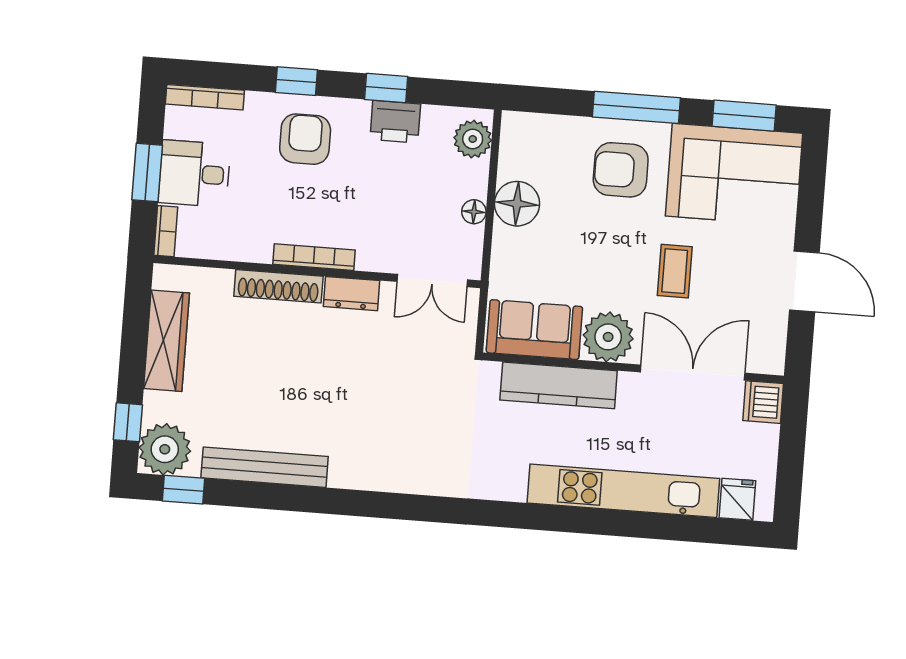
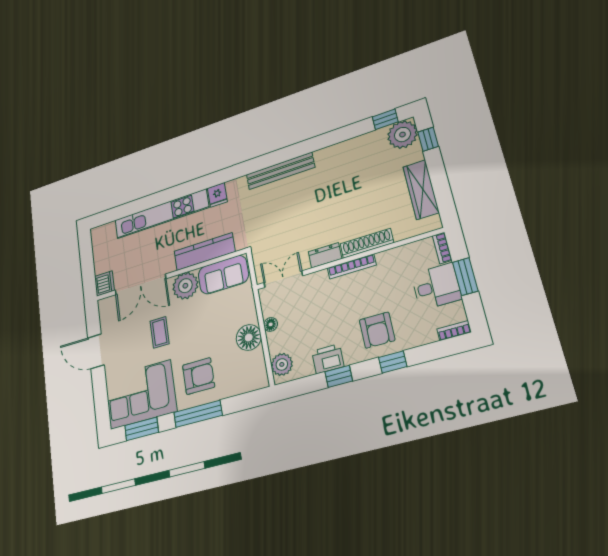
bookcase: (205, 97) -> (454, 331), width x0.64
bench: (265, 467) -> (280, 171), moved
fridge: (737, 499) -> (217, 195), moved

